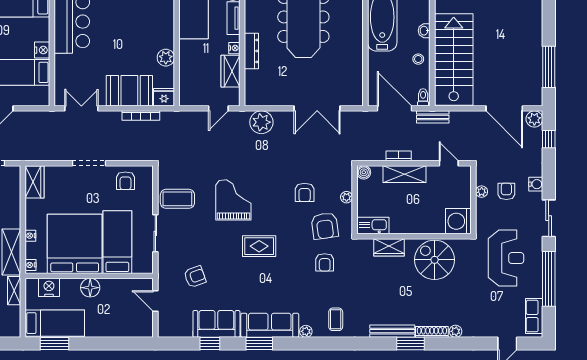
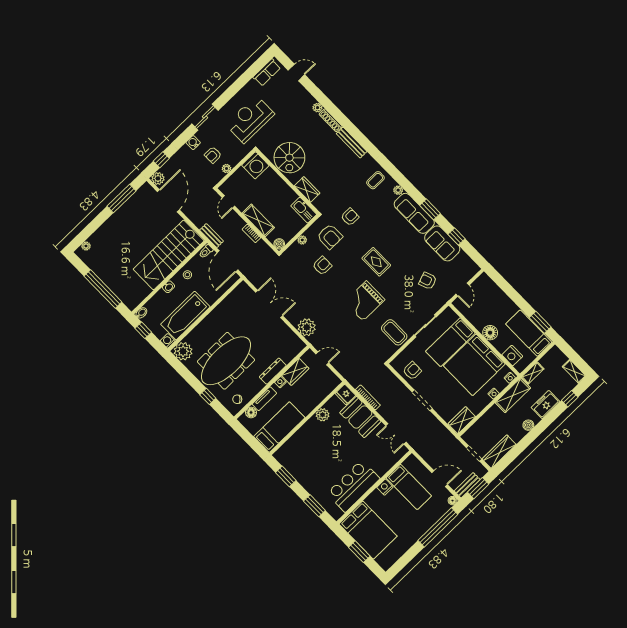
armchair: (325, 226) -> (330, 237), turned 98
window: (549, 279) -> (239, 84), removed
window: (411, 344) -> (349, 126), removed

